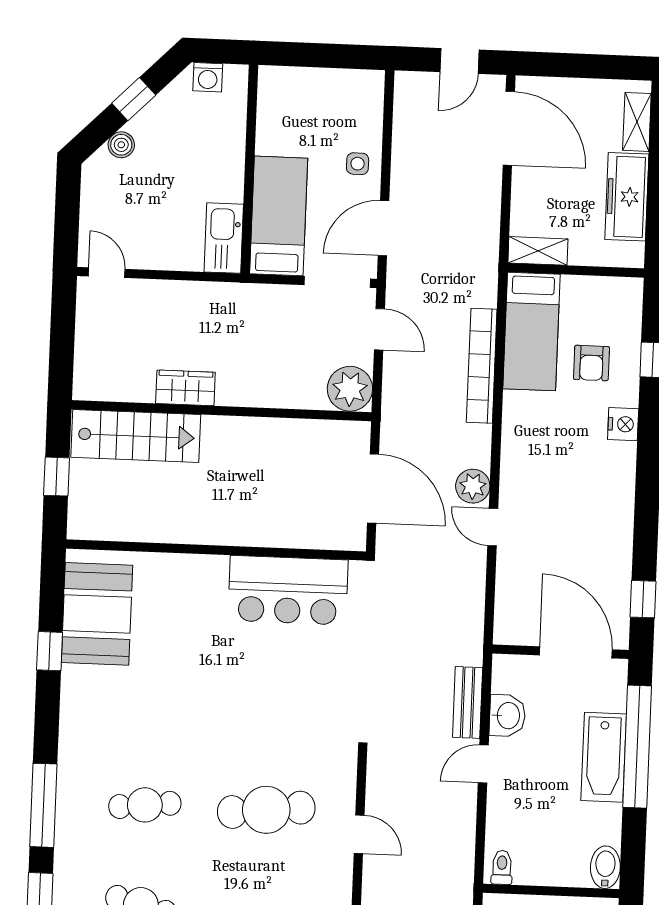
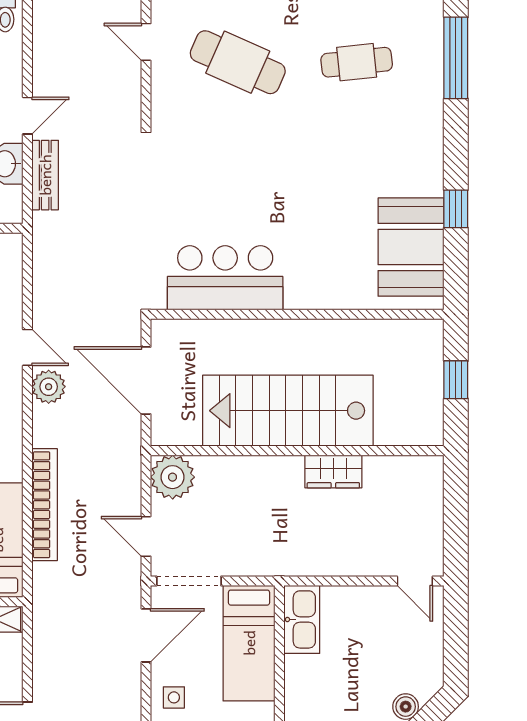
stairs: (136, 436) -> (288, 411), moved, width x1.36, depth x1.51
cafe table: (266, 810) -> (238, 62), turned 30

